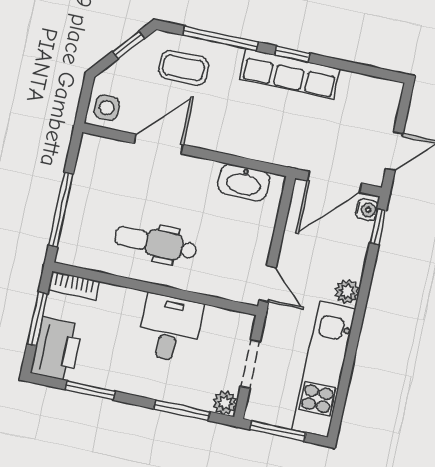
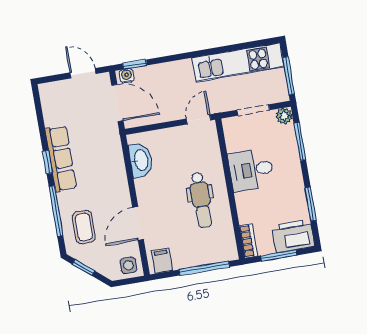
door: (159, 144) -> (138, 223), hinge flipped
filing cabinet: (95, 156) -> (162, 261), added
plant: (347, 292) -> (183, 68), removed

